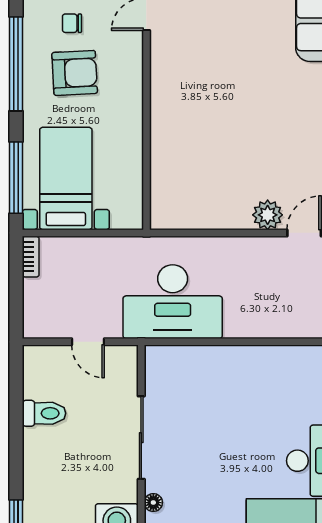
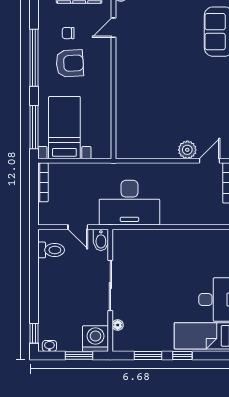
bookcase: (31, 257) -> (43, 182), width x1.56
bidet: (126, 363) -> (101, 240), added
toilet: (44, 413) -> (51, 250), moved

